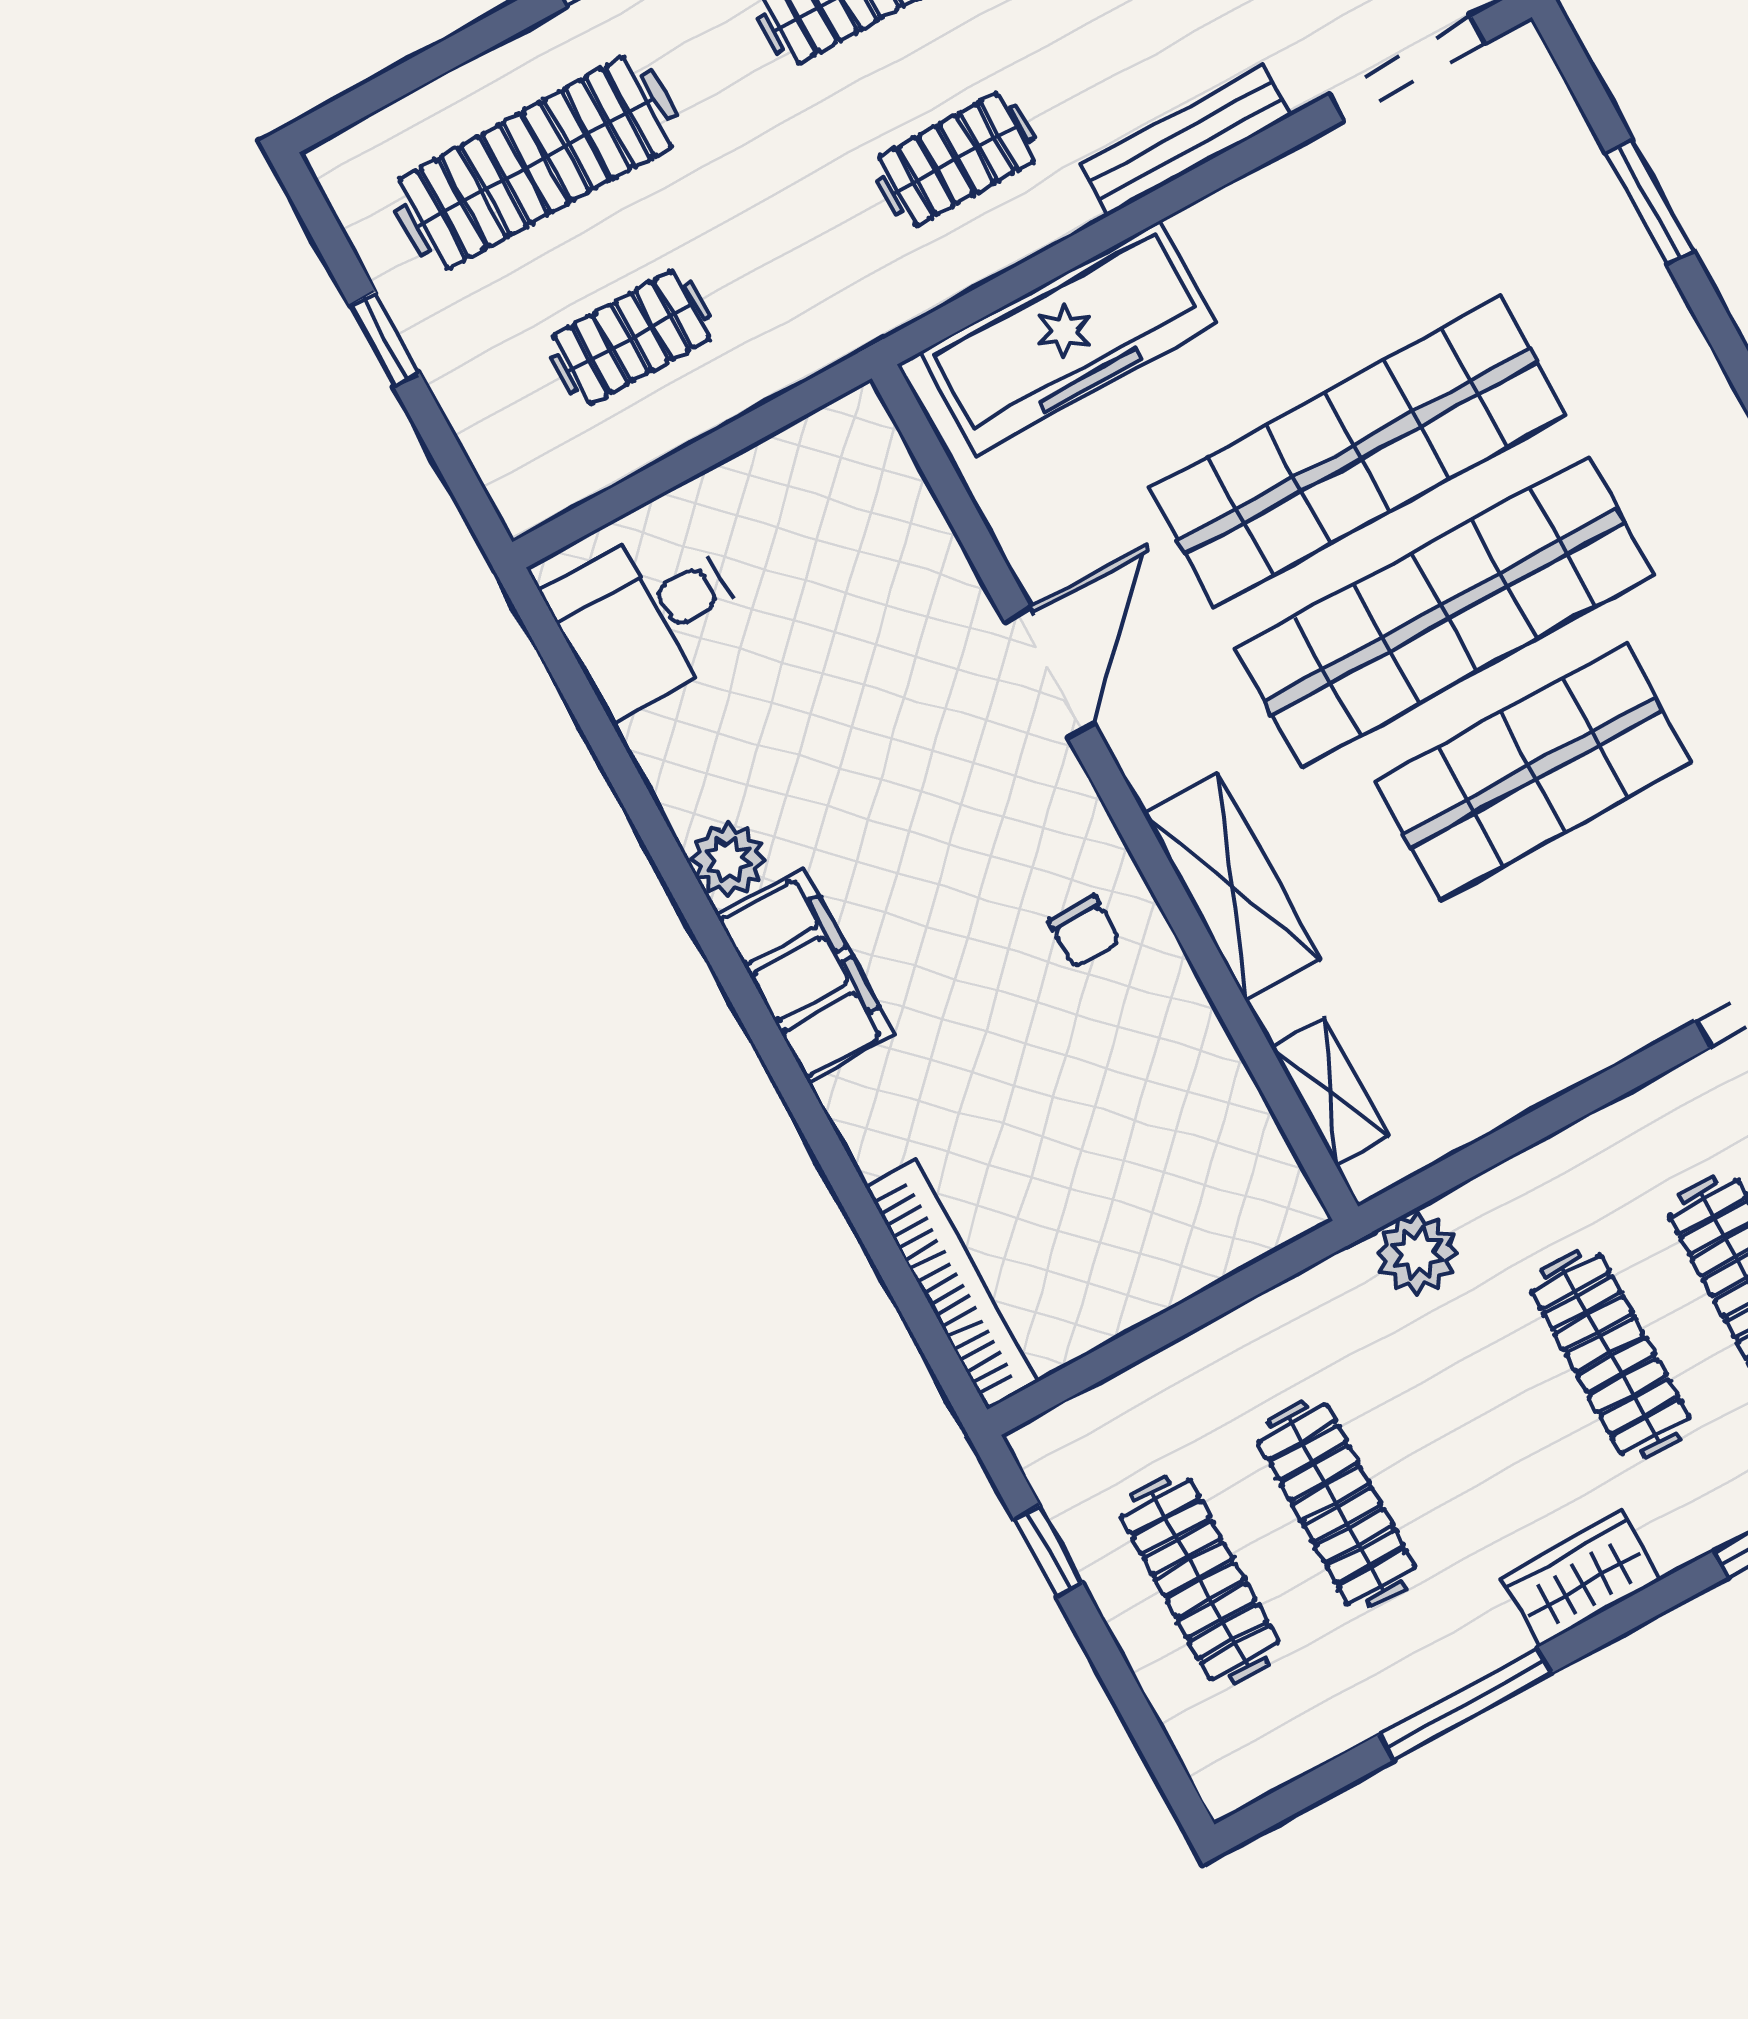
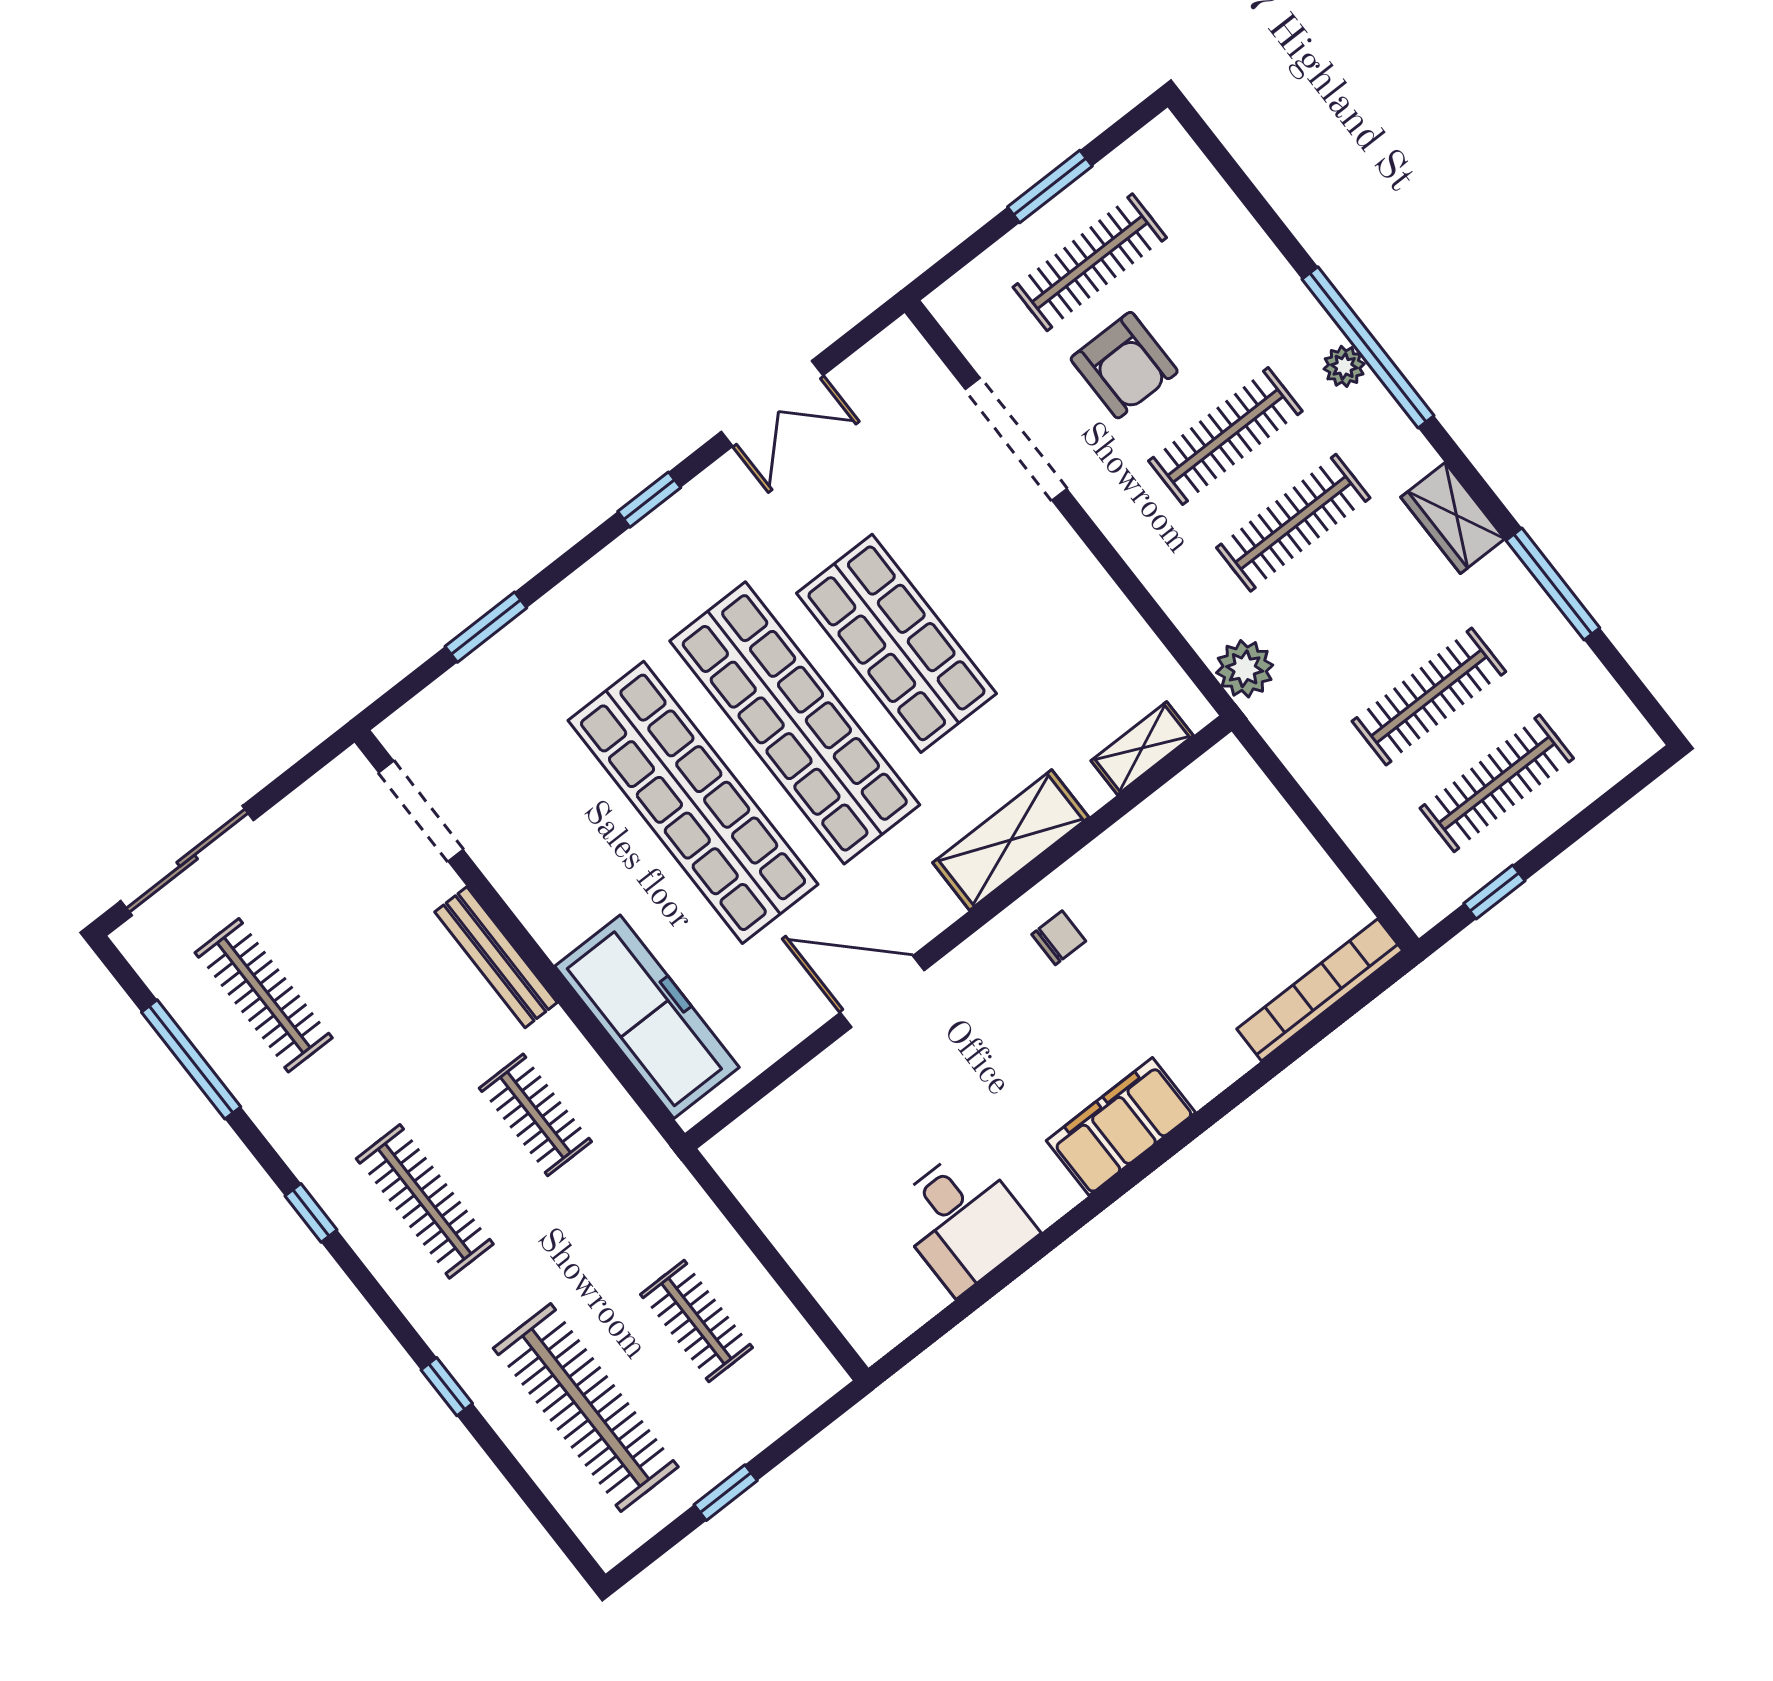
desk: (648, 618) -> (963, 1220), moved
plant: (728, 860) -> (1049, 1194), removed

